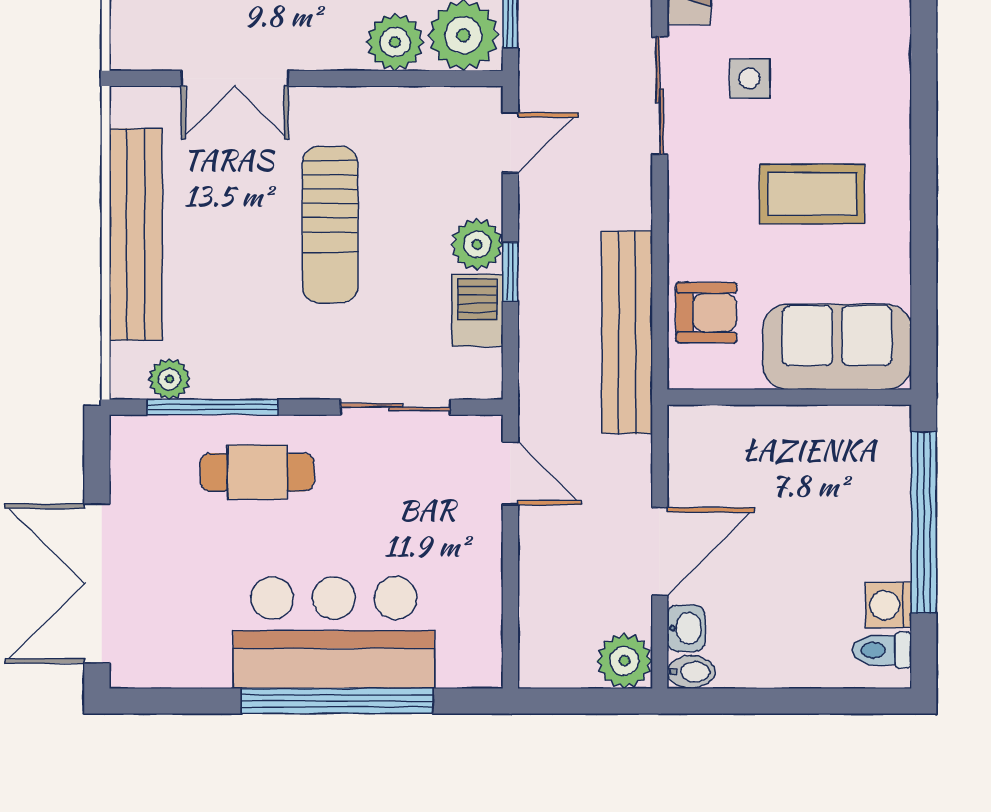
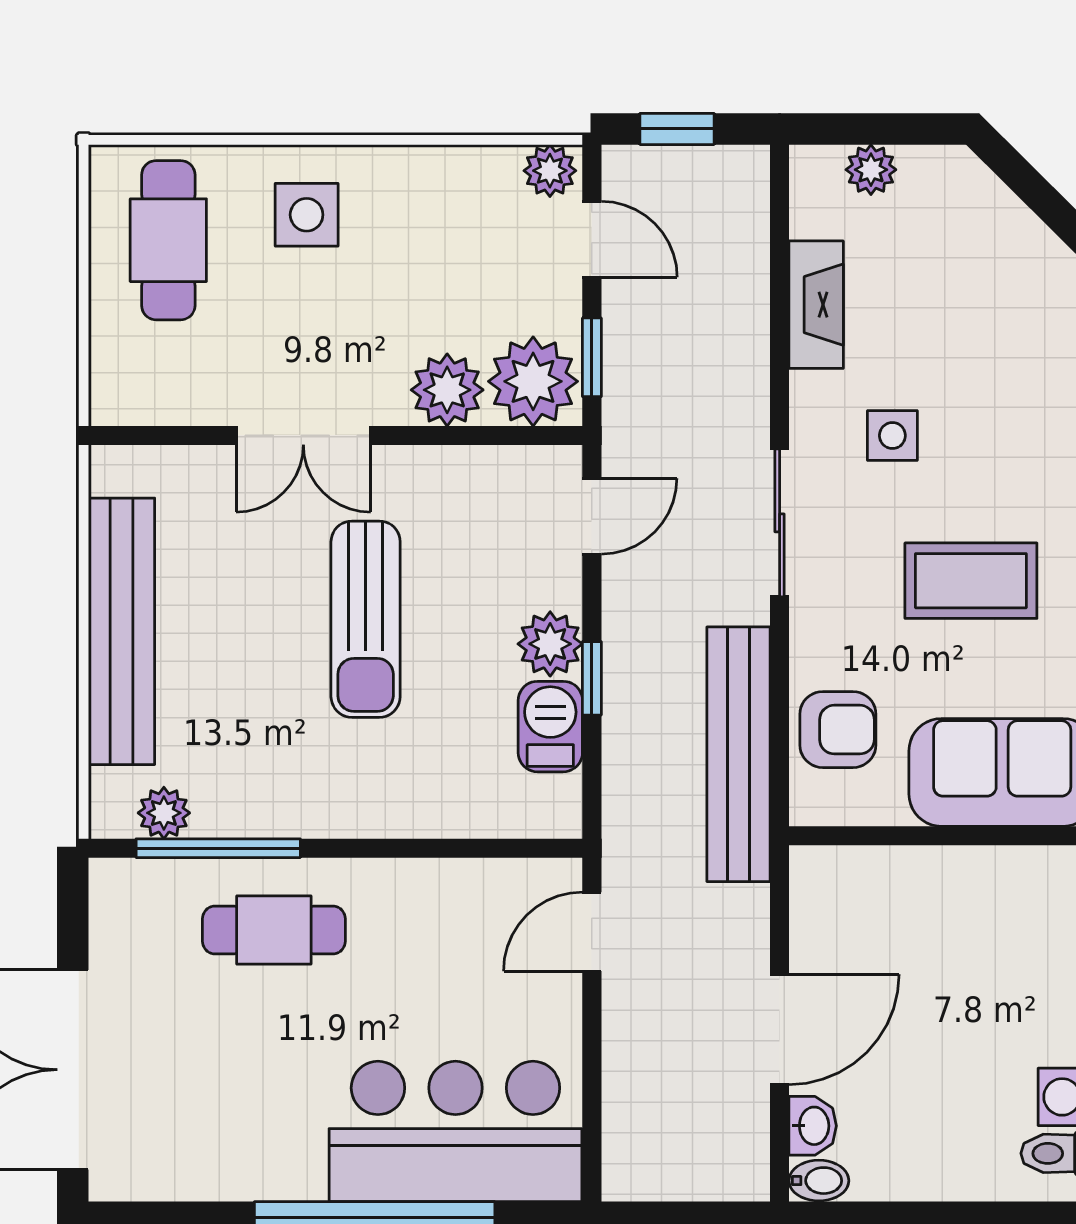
double door: (235, 78) -> (303, 435), moved
sliding door: (660, 96) -> (780, 523), moved
sliding door: (395, 407) -> (448, 848), removed
door: (510, 473) -> (592, 932), swing flipped
bar counter: (334, 633) -> (455, 1131), moved
plant: (624, 661) -> (735, 1167), removed

